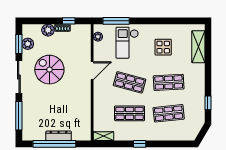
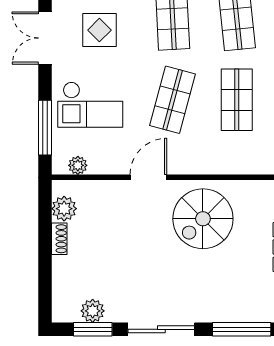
window: (69, 21) -> (45, 226), removed
double door: (159, 21) -> (45, 38), added
plant: (48, 30) -> (64, 209), moved
spiral stairs: (49, 70) -> (203, 219), moved
door: (92, 71) -> (148, 177), hinge flipped

